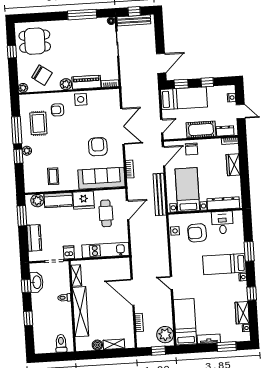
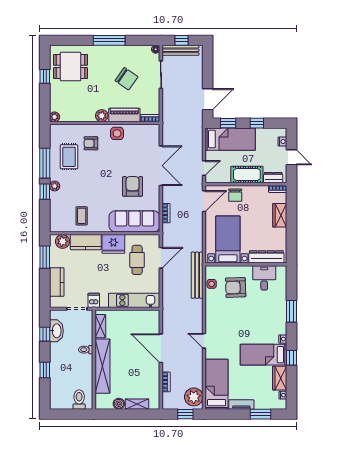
window: (82, 15) -> (109, 40), moved
chair: (42, 75) -> (126, 79), moved
bench: (160, 194) -> (197, 275), moved
bed: (224, 264) -> (264, 355), moved

